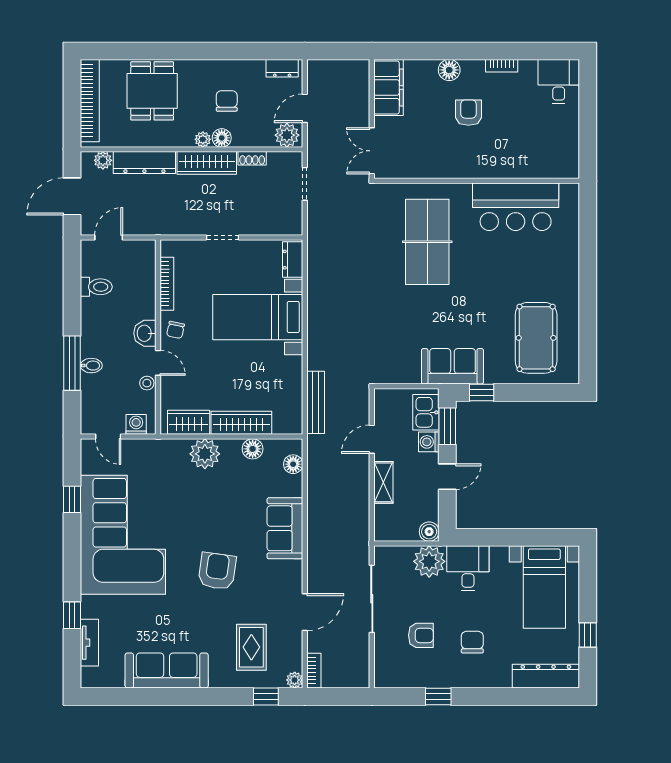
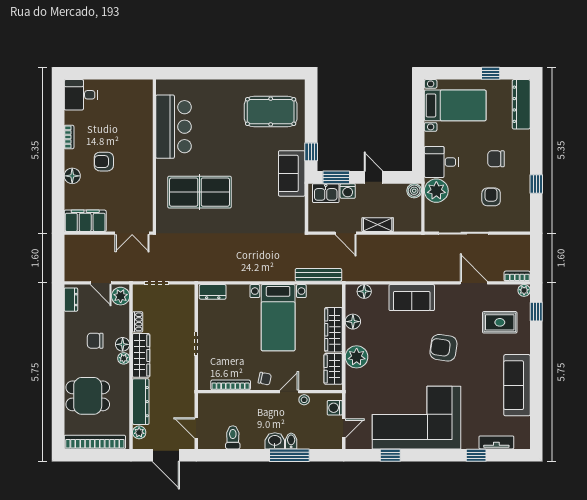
bed with nightstands: (258, 317) -> (278, 318), moved
washbasin: (145, 333) -> (275, 441), moved, turned 180

